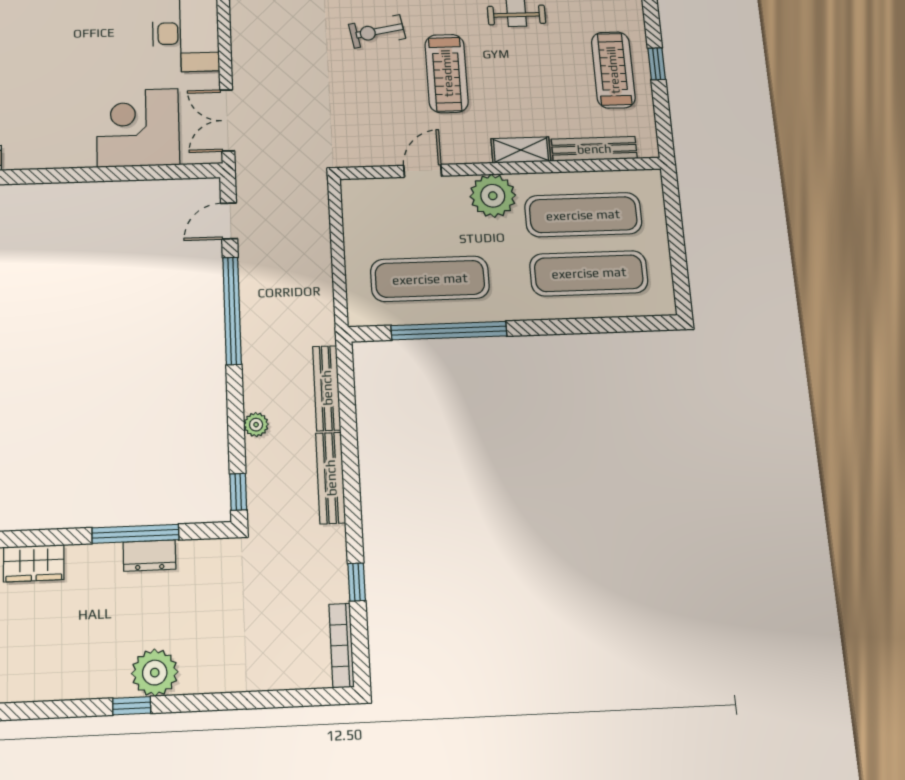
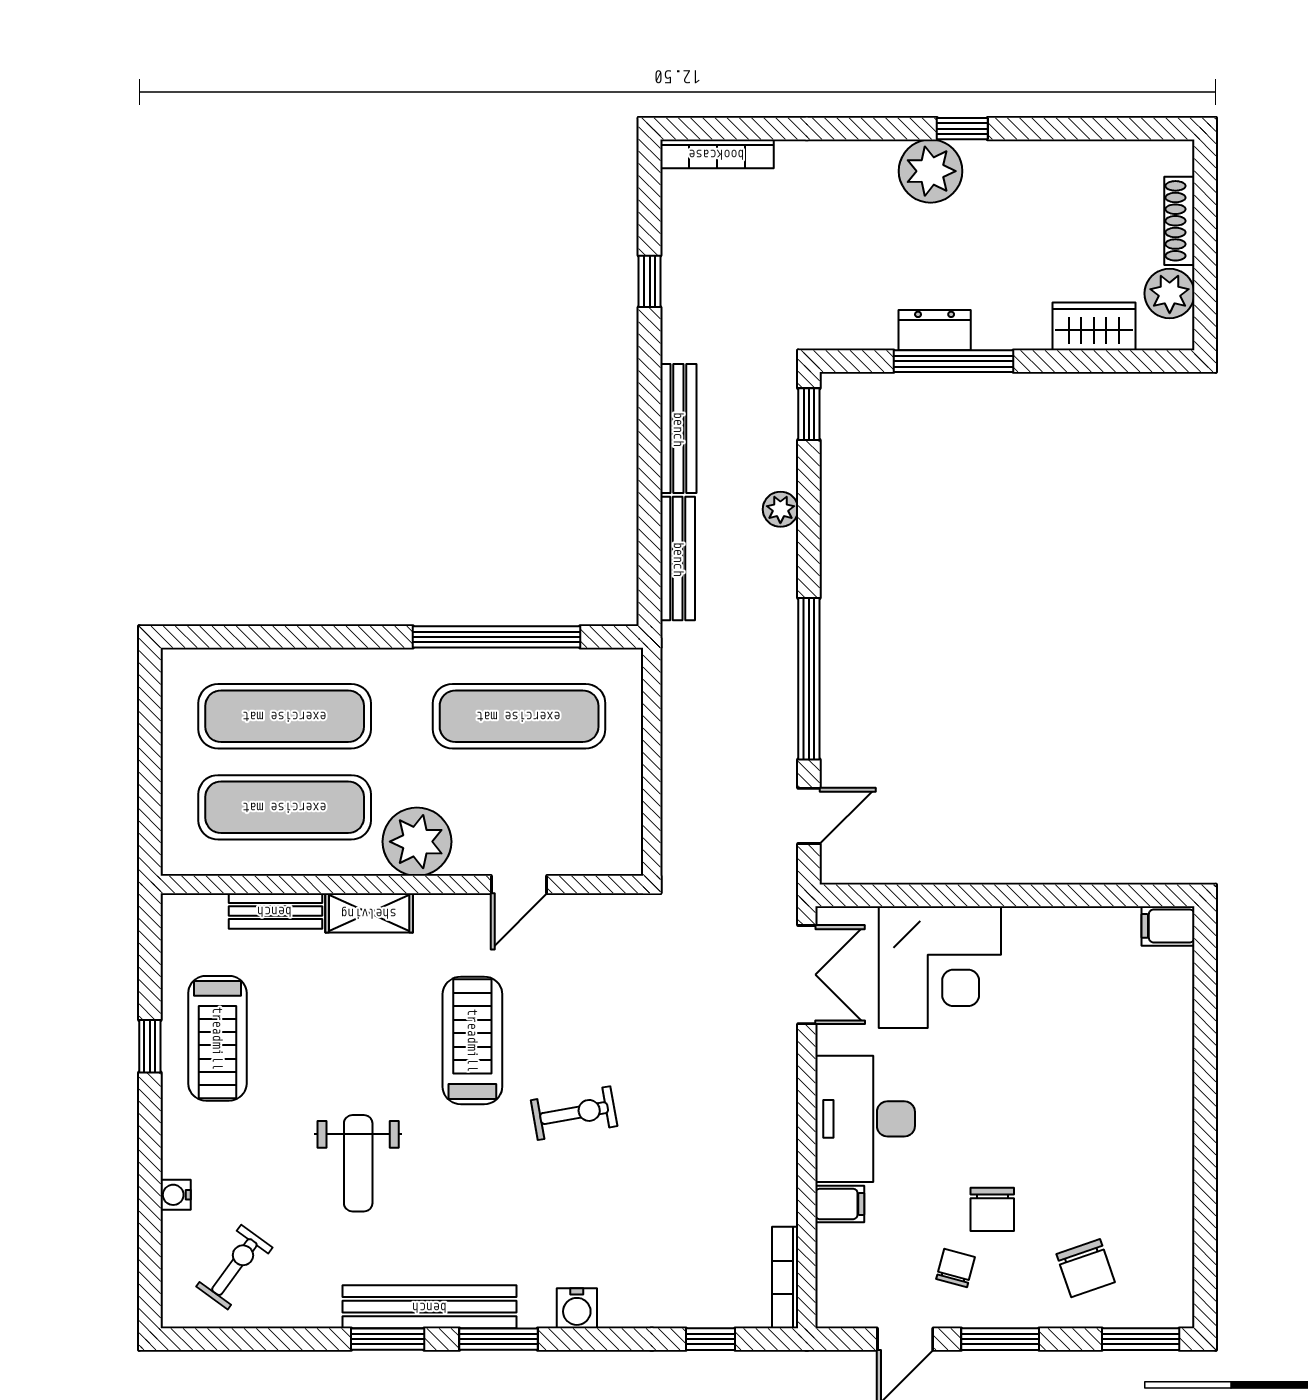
bench: (594, 149) -> (275, 911), width x0.73
bookcase: (341, 645) -> (717, 154), moved, turned 90

